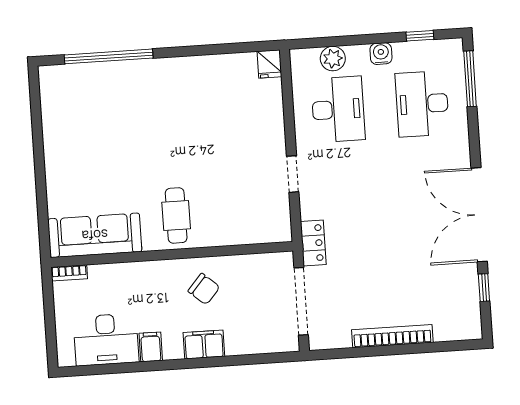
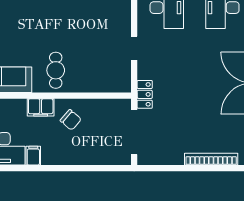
bookcase: (392, 336) -> (211, 159), moved
filing cabinet: (204, 344) -> (41, 107), moved, turned 180

